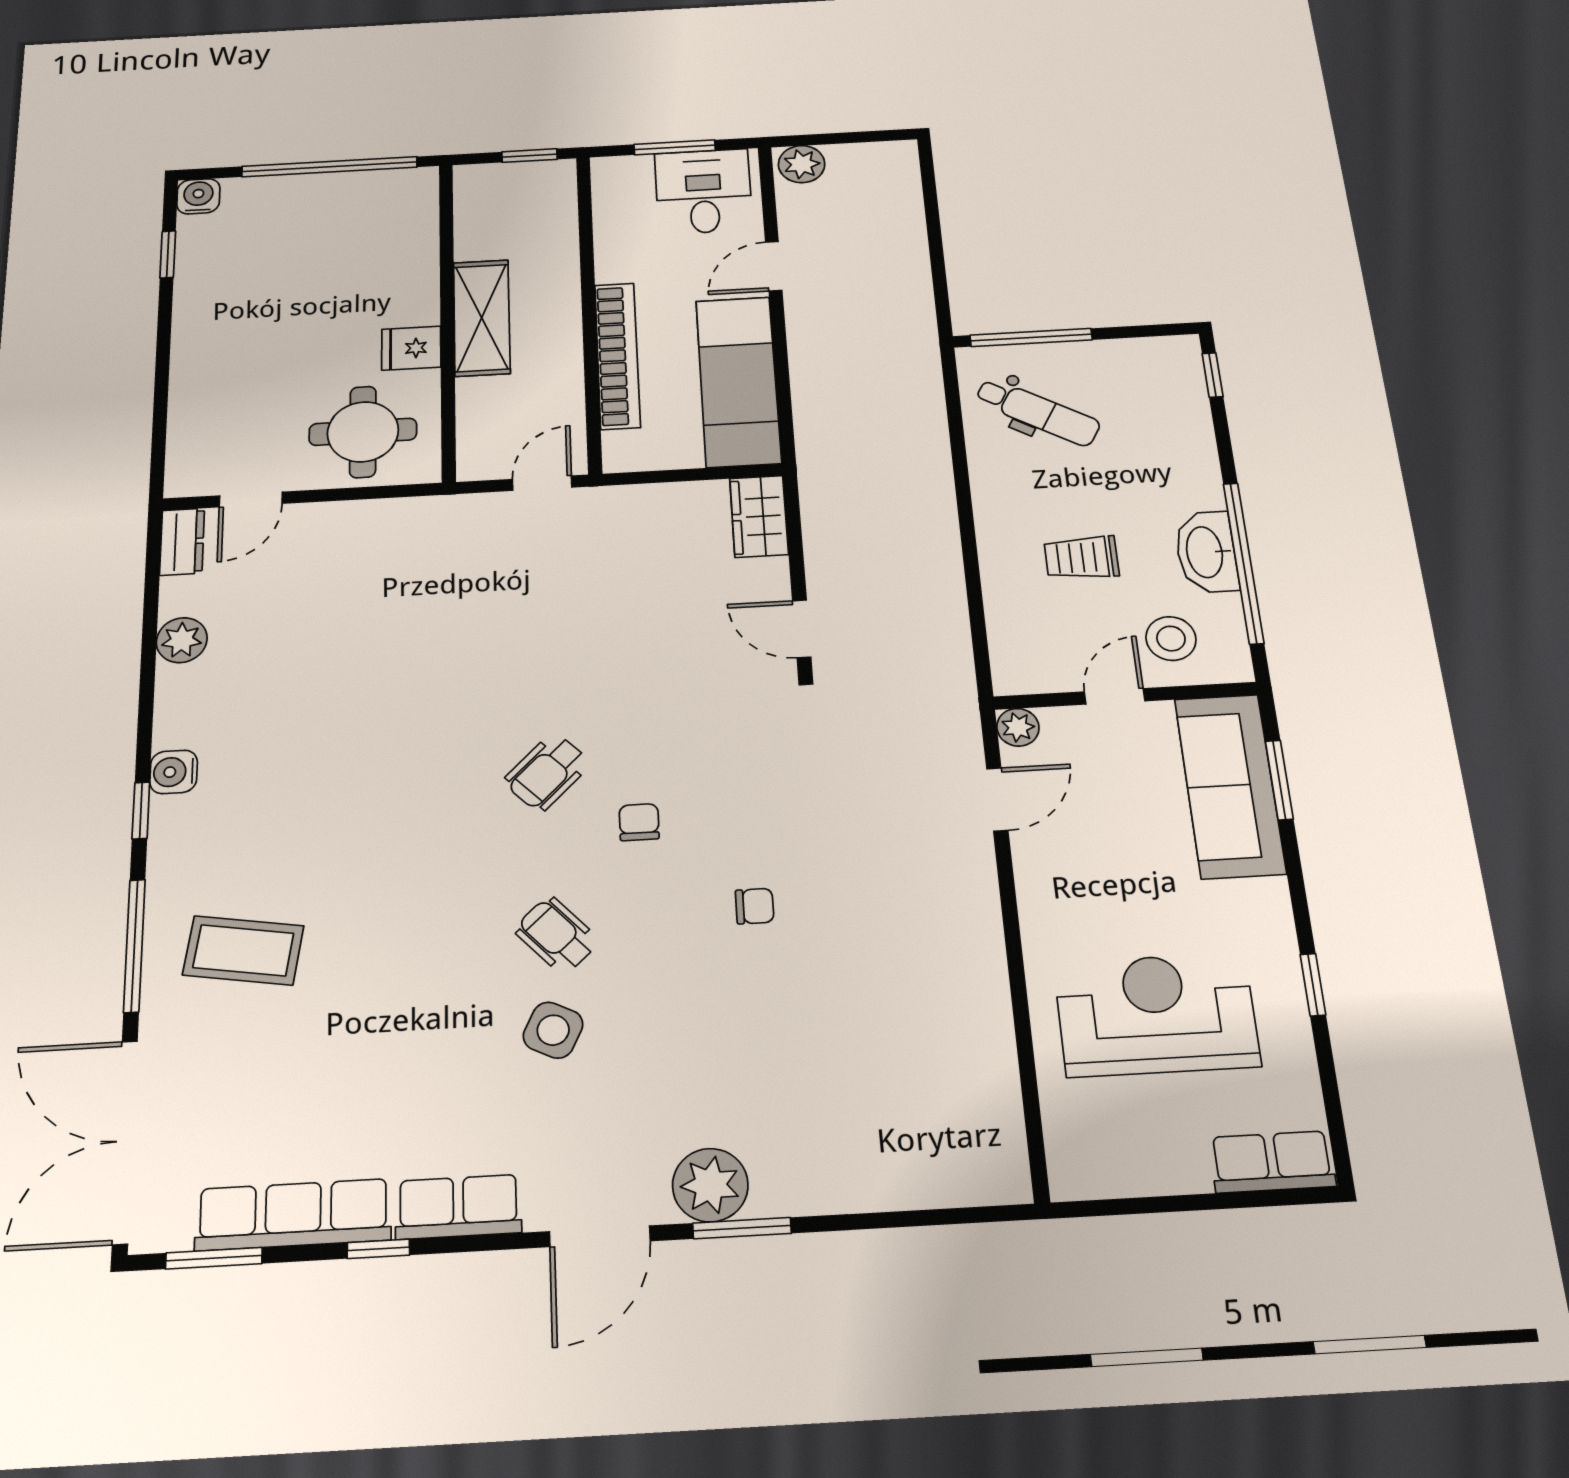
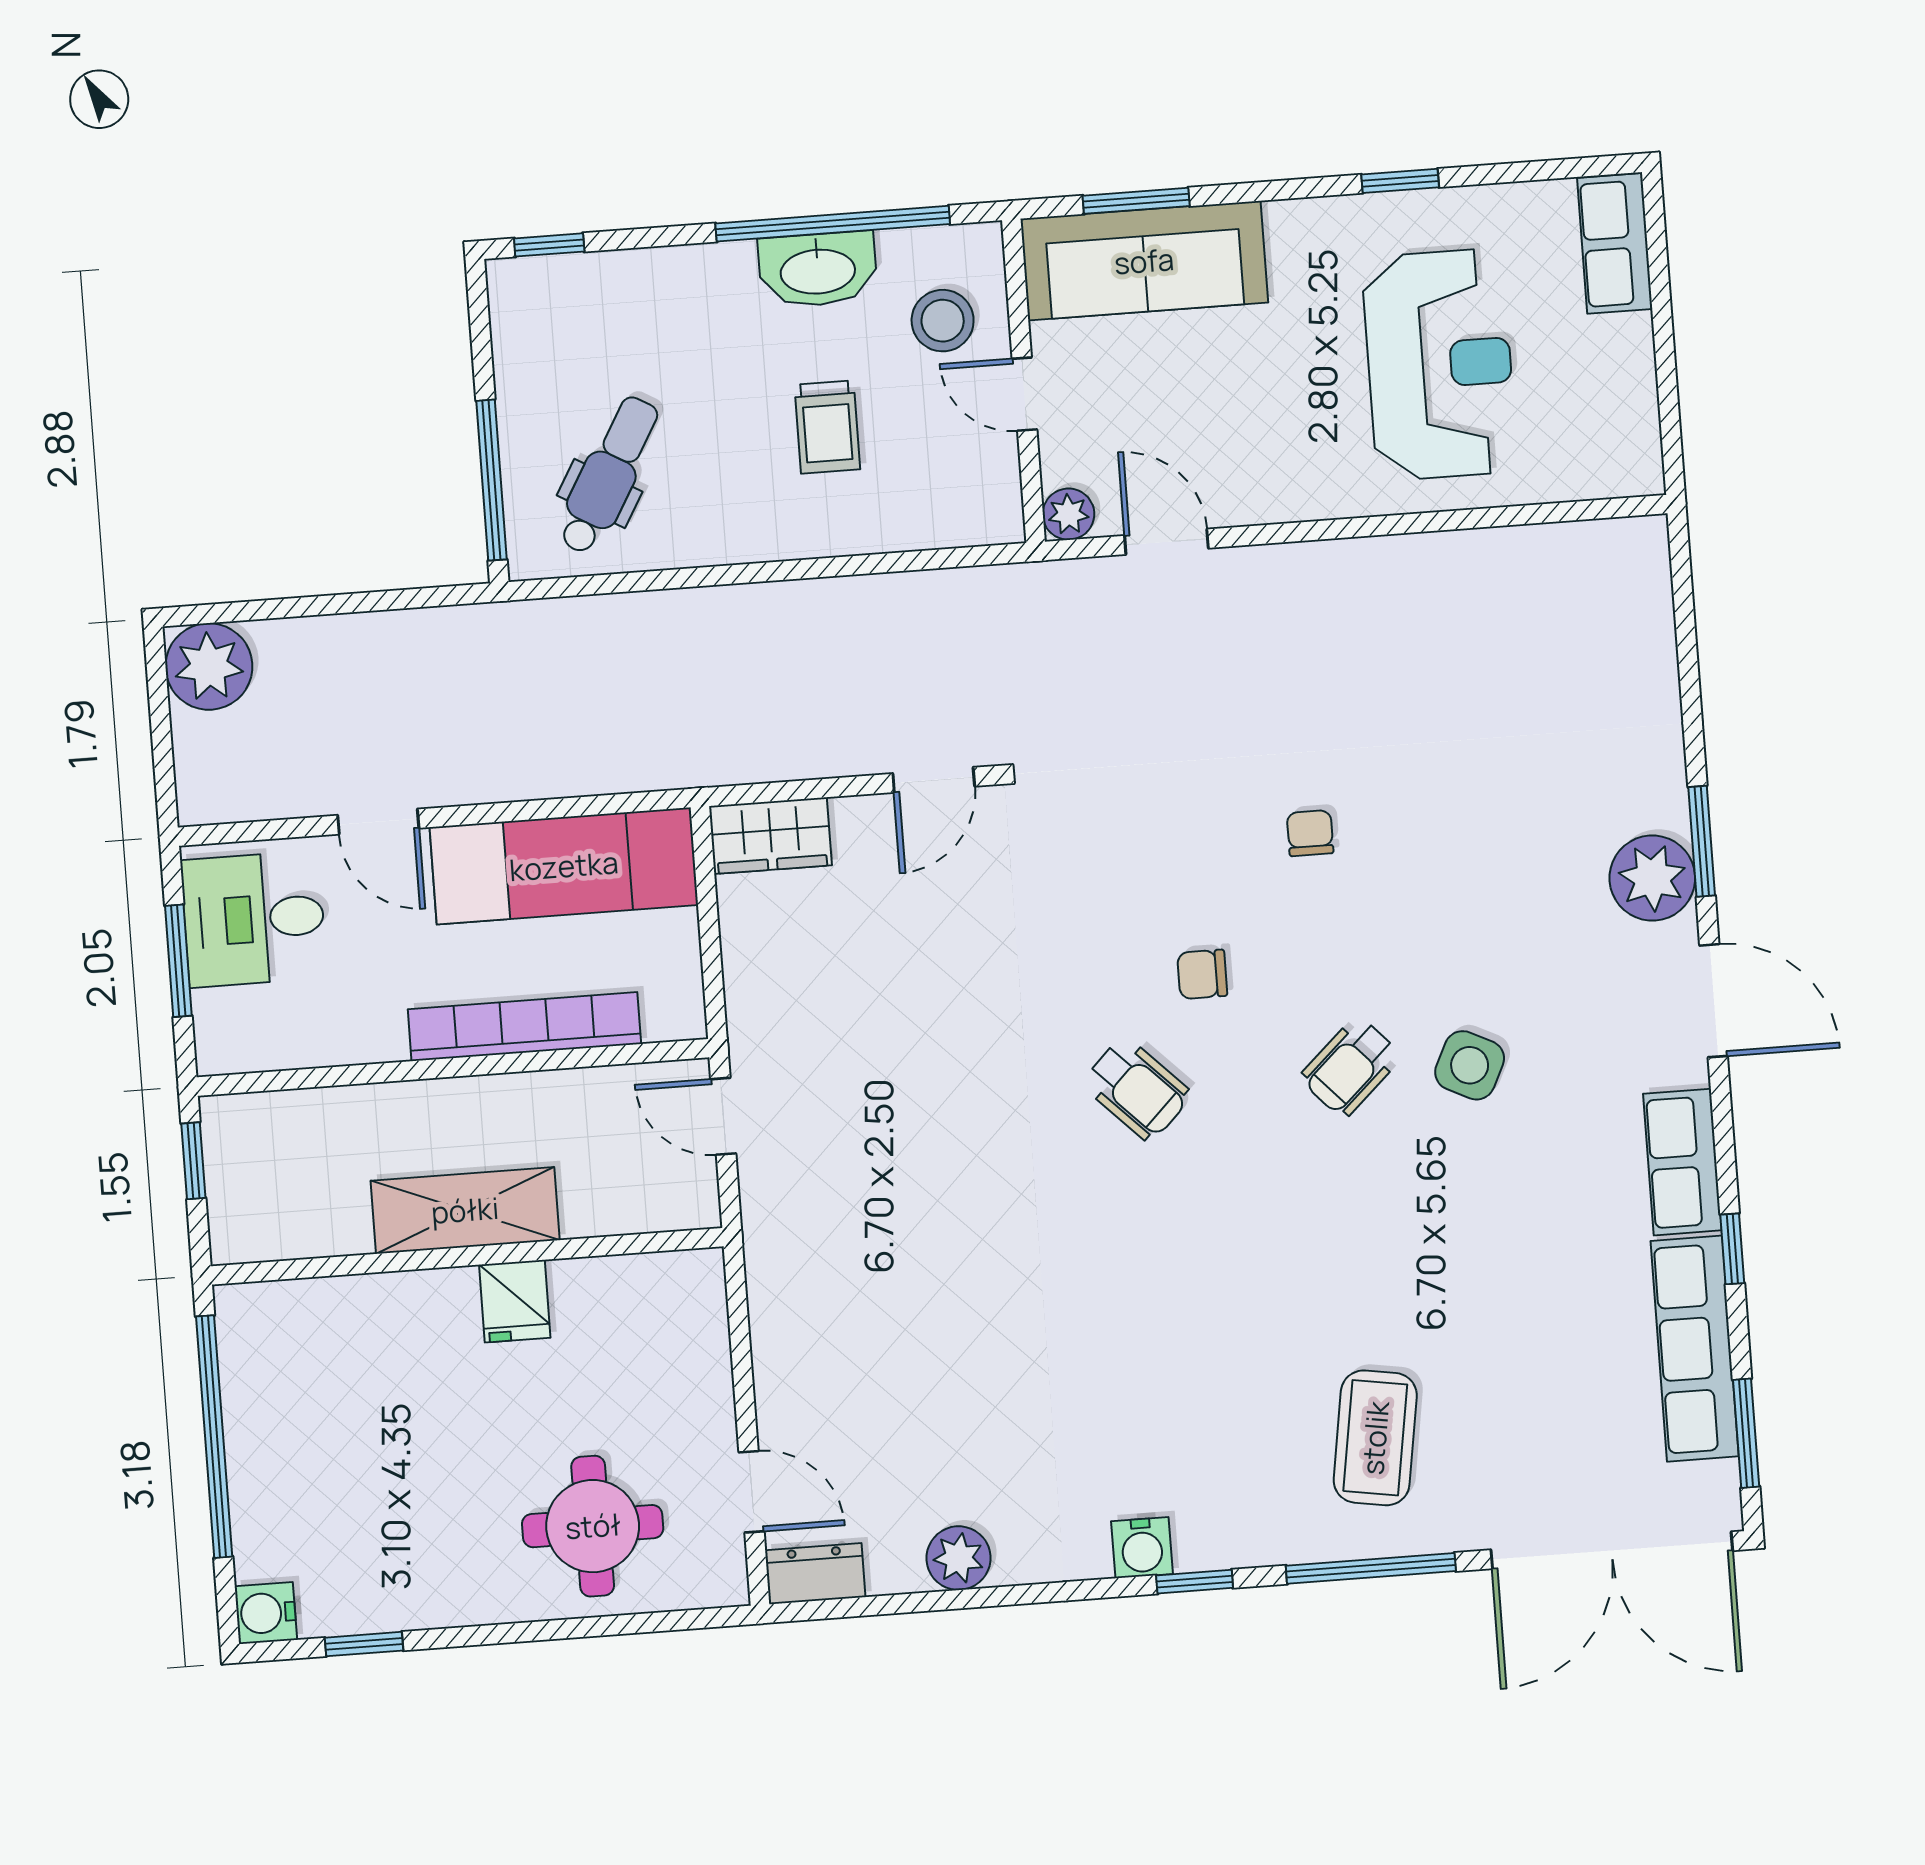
plant: (802, 164) -> (209, 666), moved, width x1.36, depth x1.36
round table: (363, 432) -> (593, 1526), moved
reception desk: (1156, 1014) -> (1440, 365), turned 180

